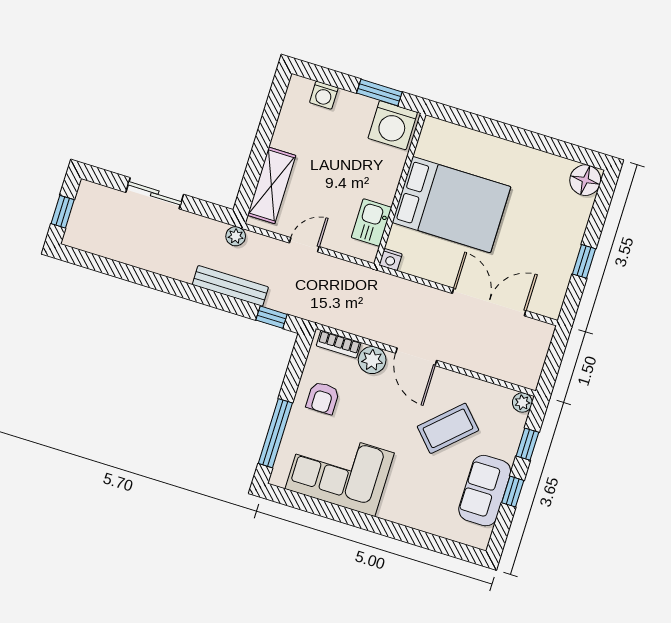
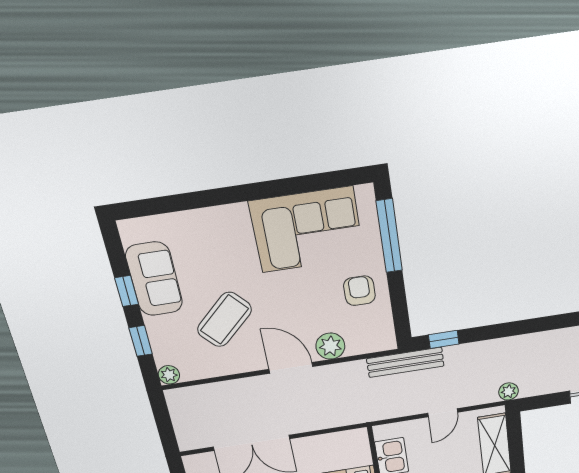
nightstand: (391, 260) -> (359, 436), removed
bench: (230, 286) -> (405, 362), moved
bookcase: (339, 344) -> (369, 345), removed

